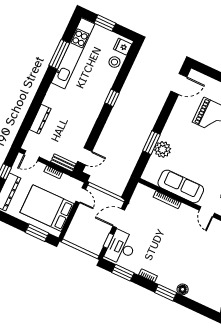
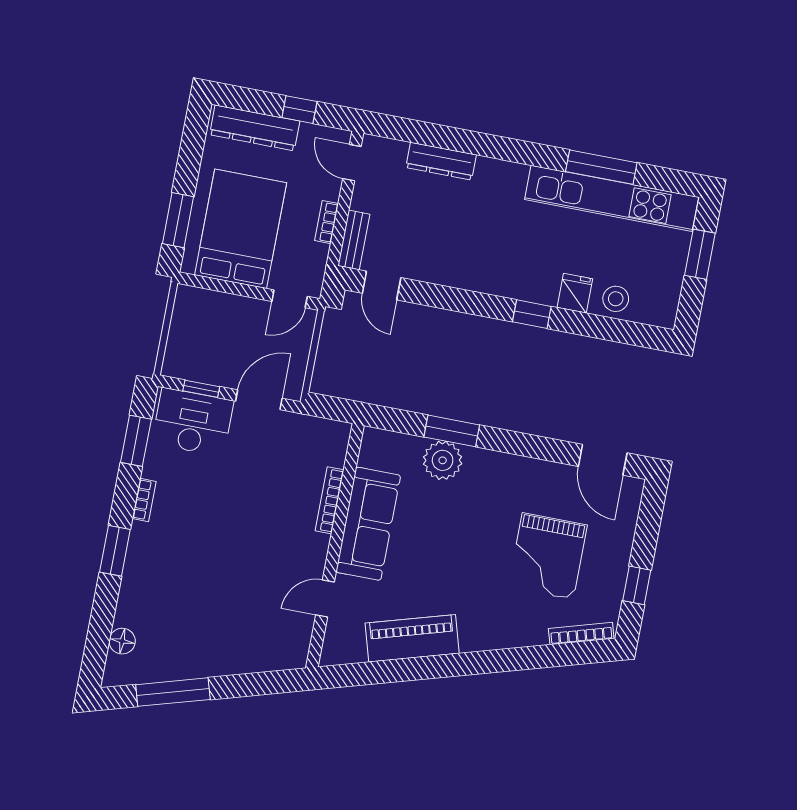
fridge: (123, 47) -> (575, 293), moved
door: (119, 218) -> (259, 400), hinge flipped
floor lamp: (183, 289) -> (122, 641), moved

